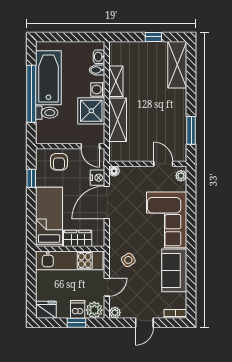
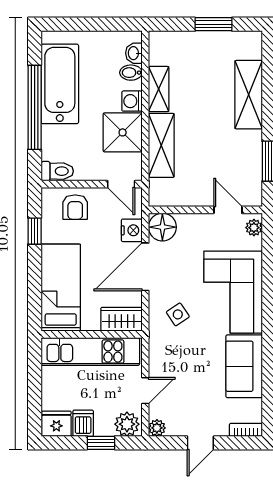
window: (153, 37) -> (214, 24), width x1.50
shelving: (177, 65) -> (249, 95), moved
toilet: (47, 113) -> (57, 171), moved
floor lamp: (114, 171) -> (162, 227), width x1.89, depth x1.89
wardrobe: (78, 238) -> (121, 319), moved
side table: (128, 260) -> (178, 314), moved
dishwasher: (78, 309) -> (83, 423), moved

